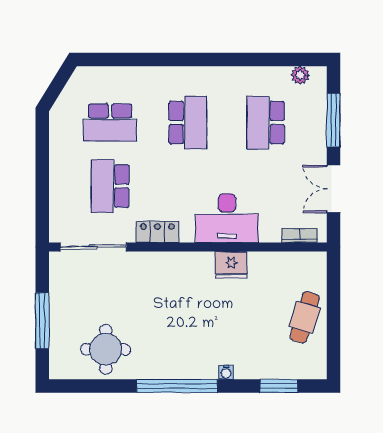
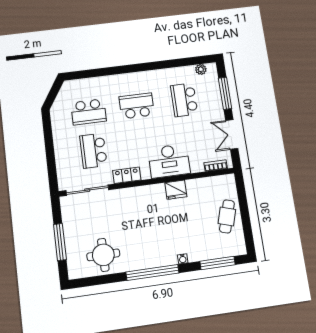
school desk: (188, 123) -> (137, 106), turned -90
window: (279, 386) -> (218, 263), width x1.44

